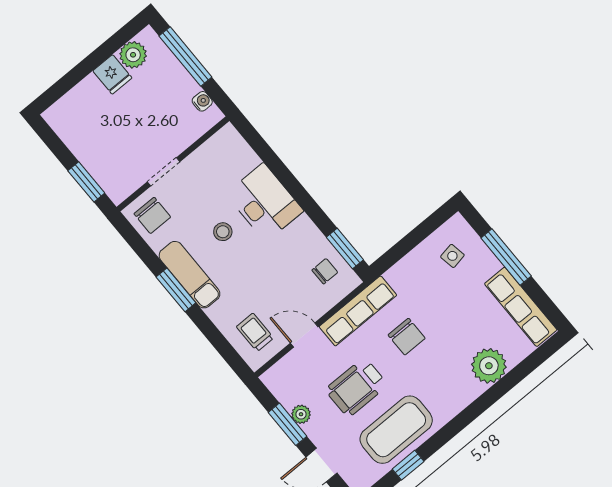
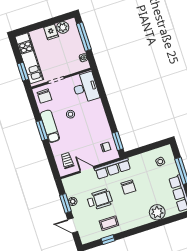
kitchen unit: (88, 148) -> (29, 58), added
desk: (265, 202) -> (85, 88), moved
wheelchair: (356, 387) -> (100, 199), turned 180
coffee table: (396, 430) -> (109, 223), width x0.54, depth x0.58

